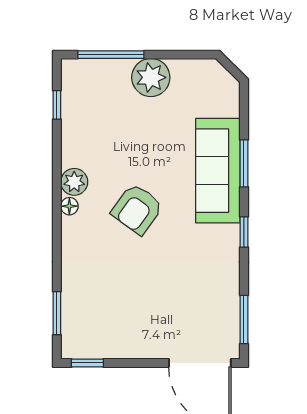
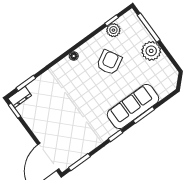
plant: (74, 182) -> (113, 30), moved
armchair: (137, 209) -> (109, 62), moved, turned 115
dresser: (72, 339) -> (20, 97), added

